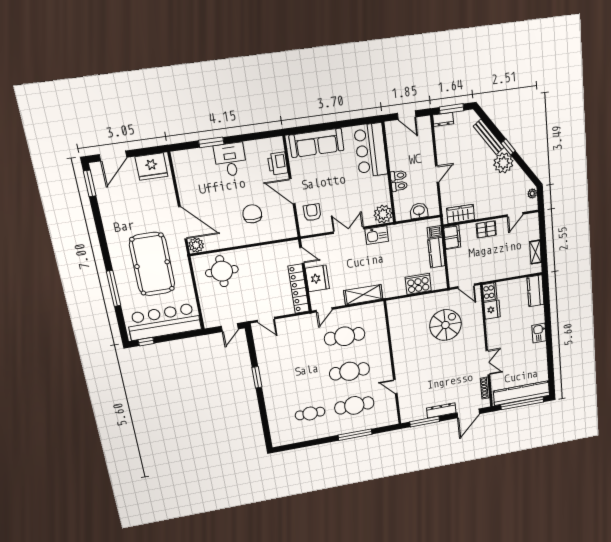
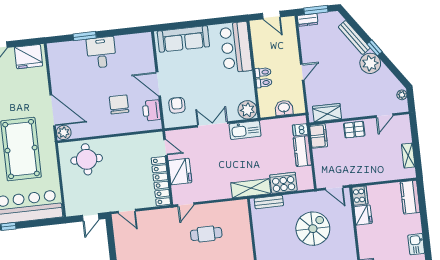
printer: (278, 163) -> (152, 110), moved
kitchen sink: (377, 235) -> (245, 130), width x1.38
shelving: (363, 295) -> (251, 188), moved
bench: (404, 303) -> (269, 202), added
cafe table: (345, 336) -> (206, 234), width x0.73, depth x0.74

